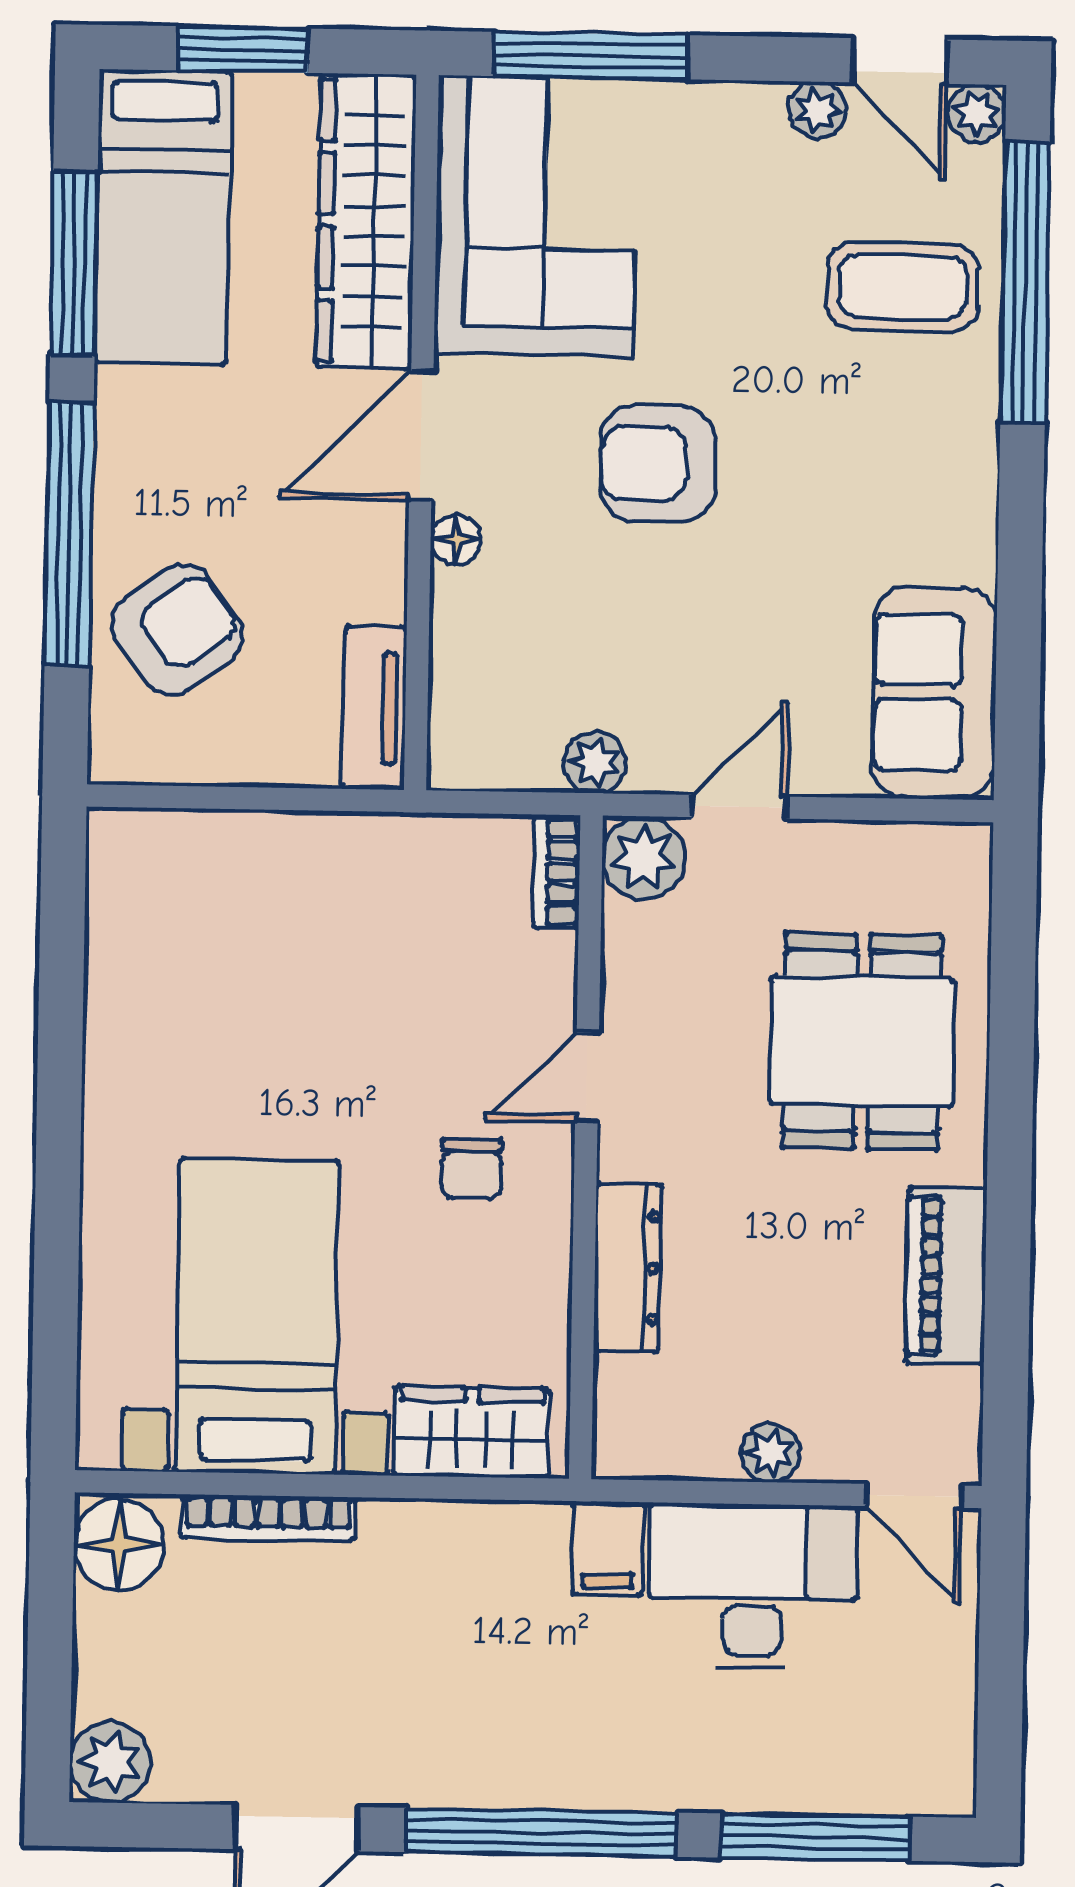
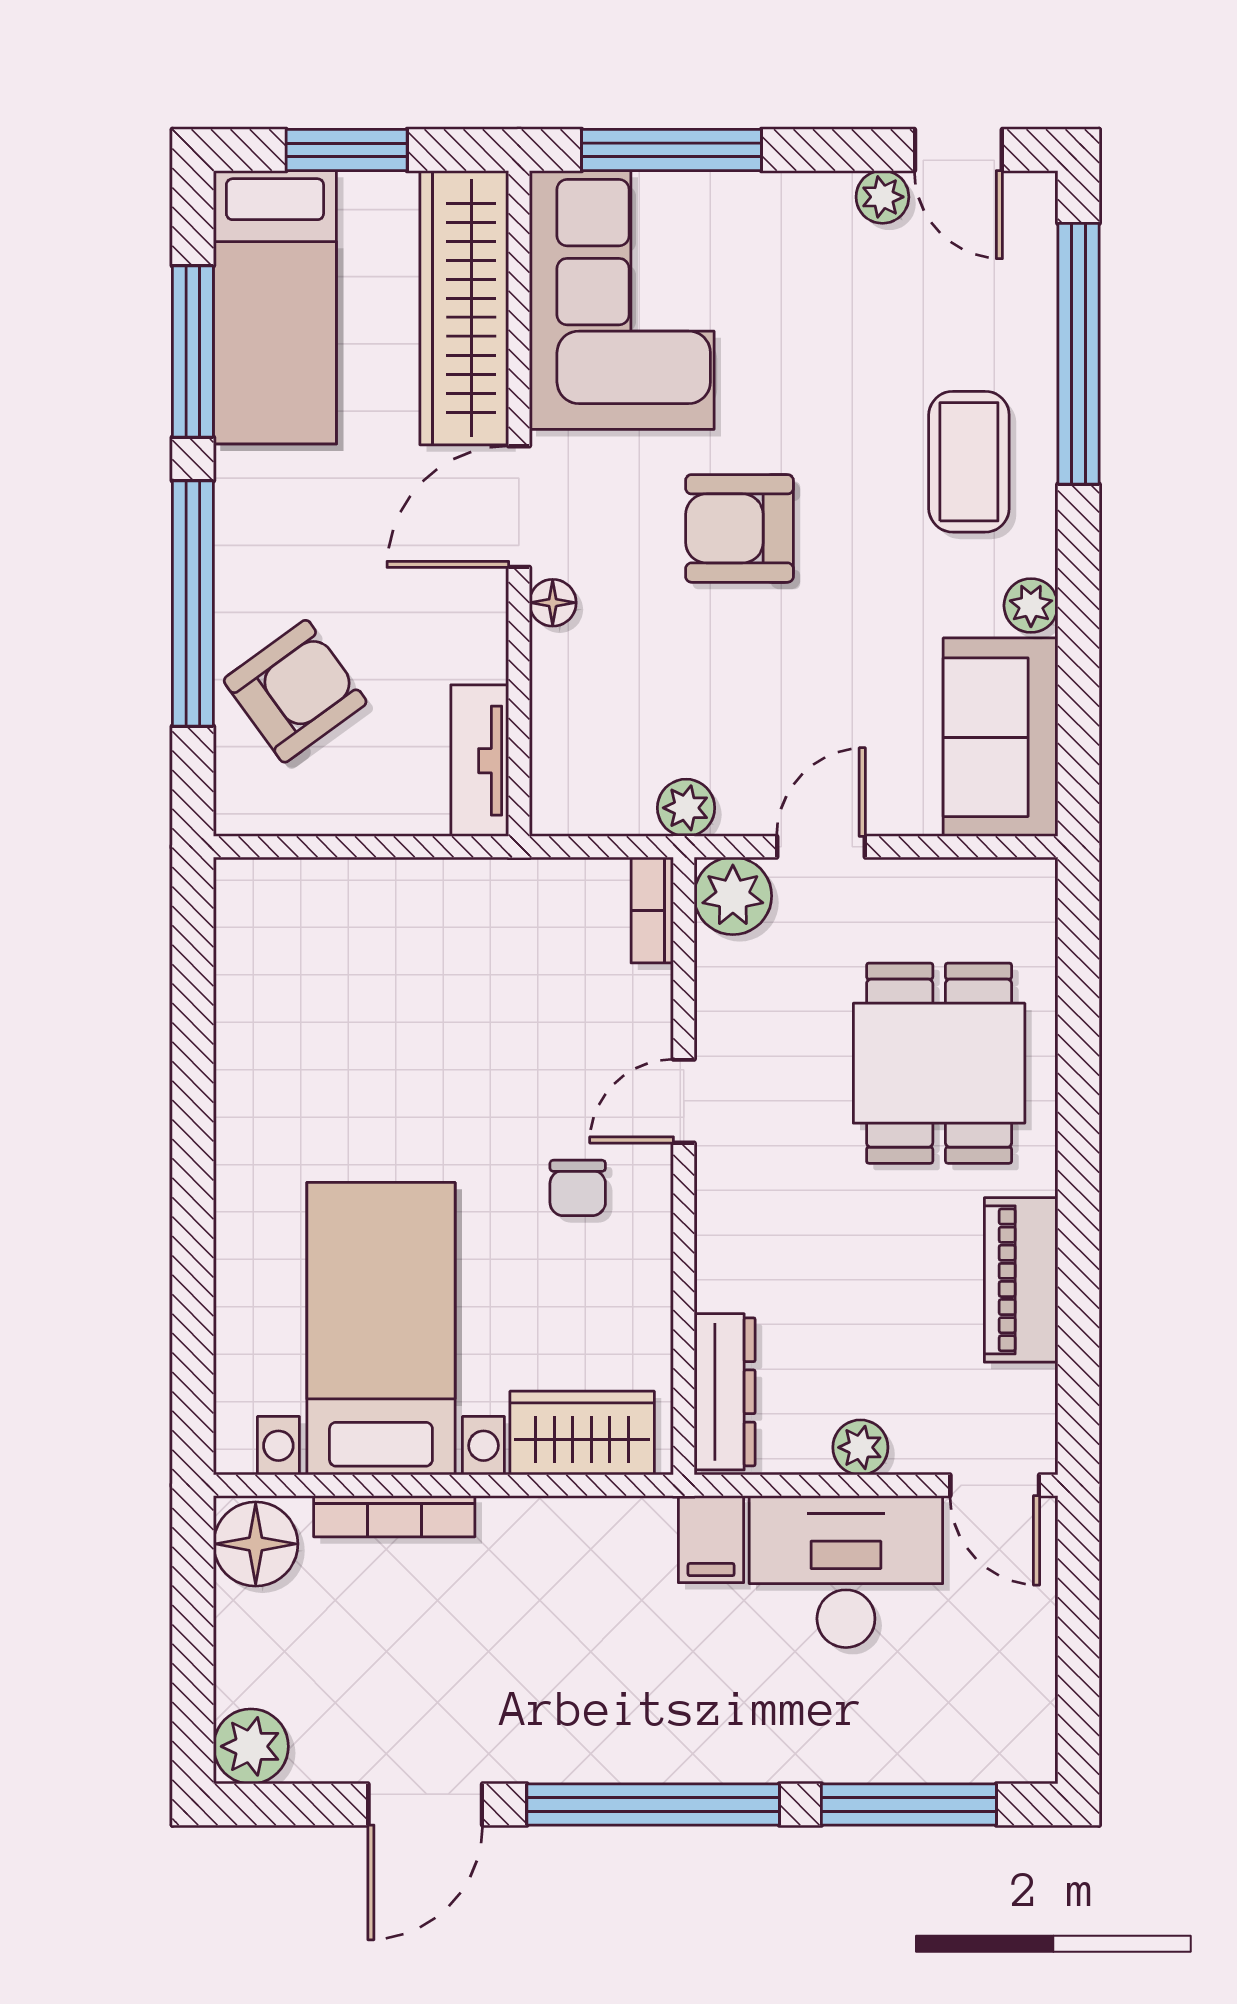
plant: (977, 113) -> (1031, 606), moved
coffee table: (902, 287) -> (969, 462), moved, turned 90
dresser: (628, 1268) -> (725, 1392), moved

